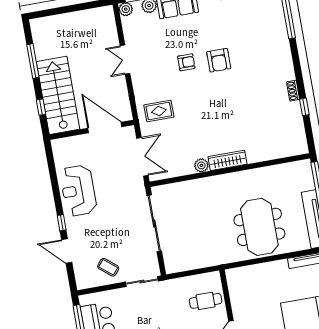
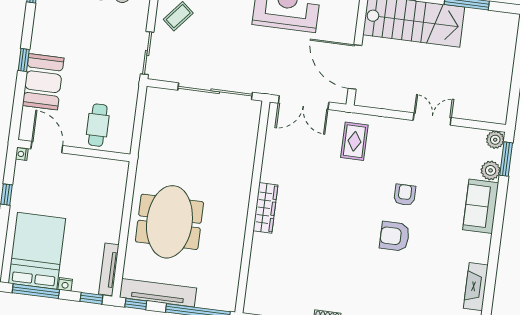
armchair: (186, 62) -> (405, 195), turned 180
door: (105, 127) -> (355, 67), swing flipped
plant: (201, 165) -> (269, 173), removed
meeting table: (259, 227) -> (169, 222), turned 90

